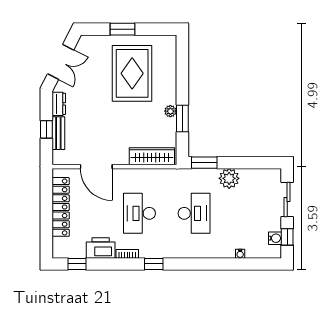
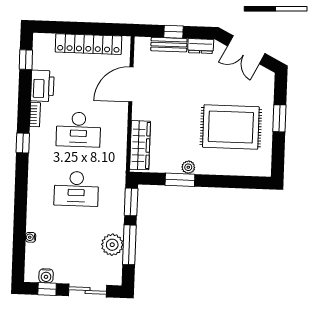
window: (244, 163) -> (129, 245), added
plant: (229, 178) -> (112, 245), moved
desk: (139, 213) -> (78, 129), turned 180

